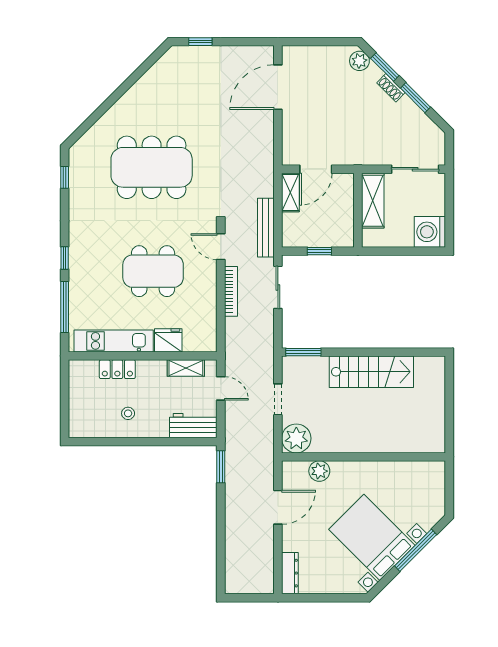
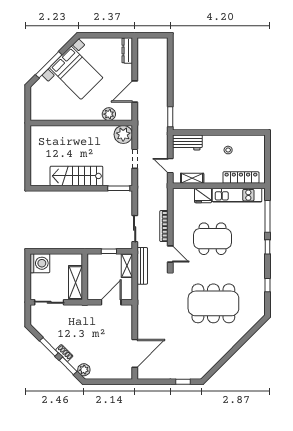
window: (65, 177) -> (268, 285), moved
shelving: (290, 192) -> (127, 266), moved
locker: (117, 369) -> (241, 178), width x1.53

